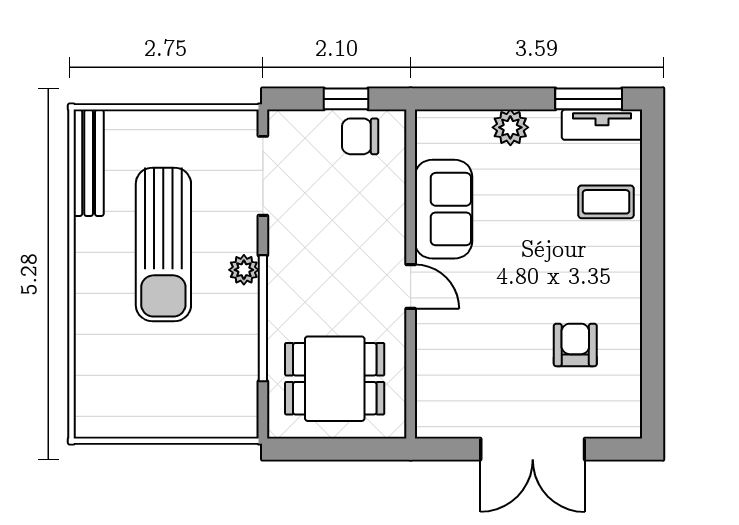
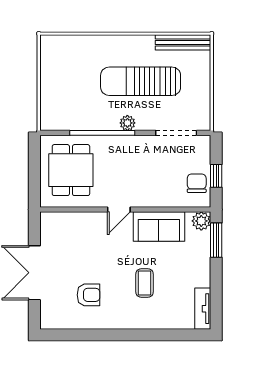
window: (589, 99) -> (216, 240), moved
plant: (510, 127) -> (201, 221), moved
coffee table: (606, 202) -> (145, 283), moved

